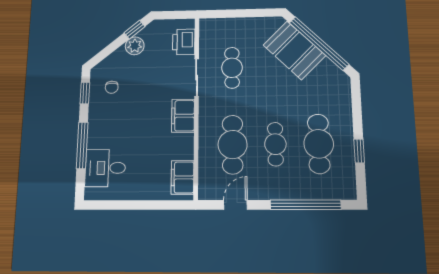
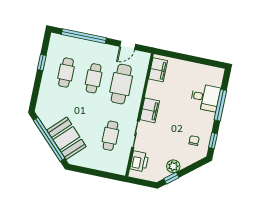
cafe table: (319, 144) -> (66, 73), width x0.73, depth x0.74
desk: (105, 168) -> (205, 97), moved

